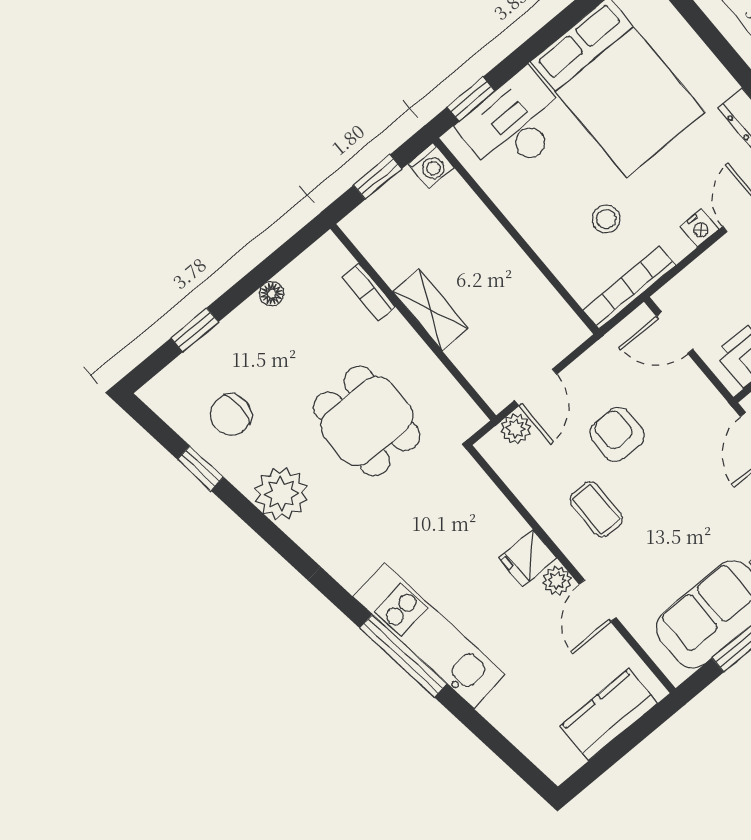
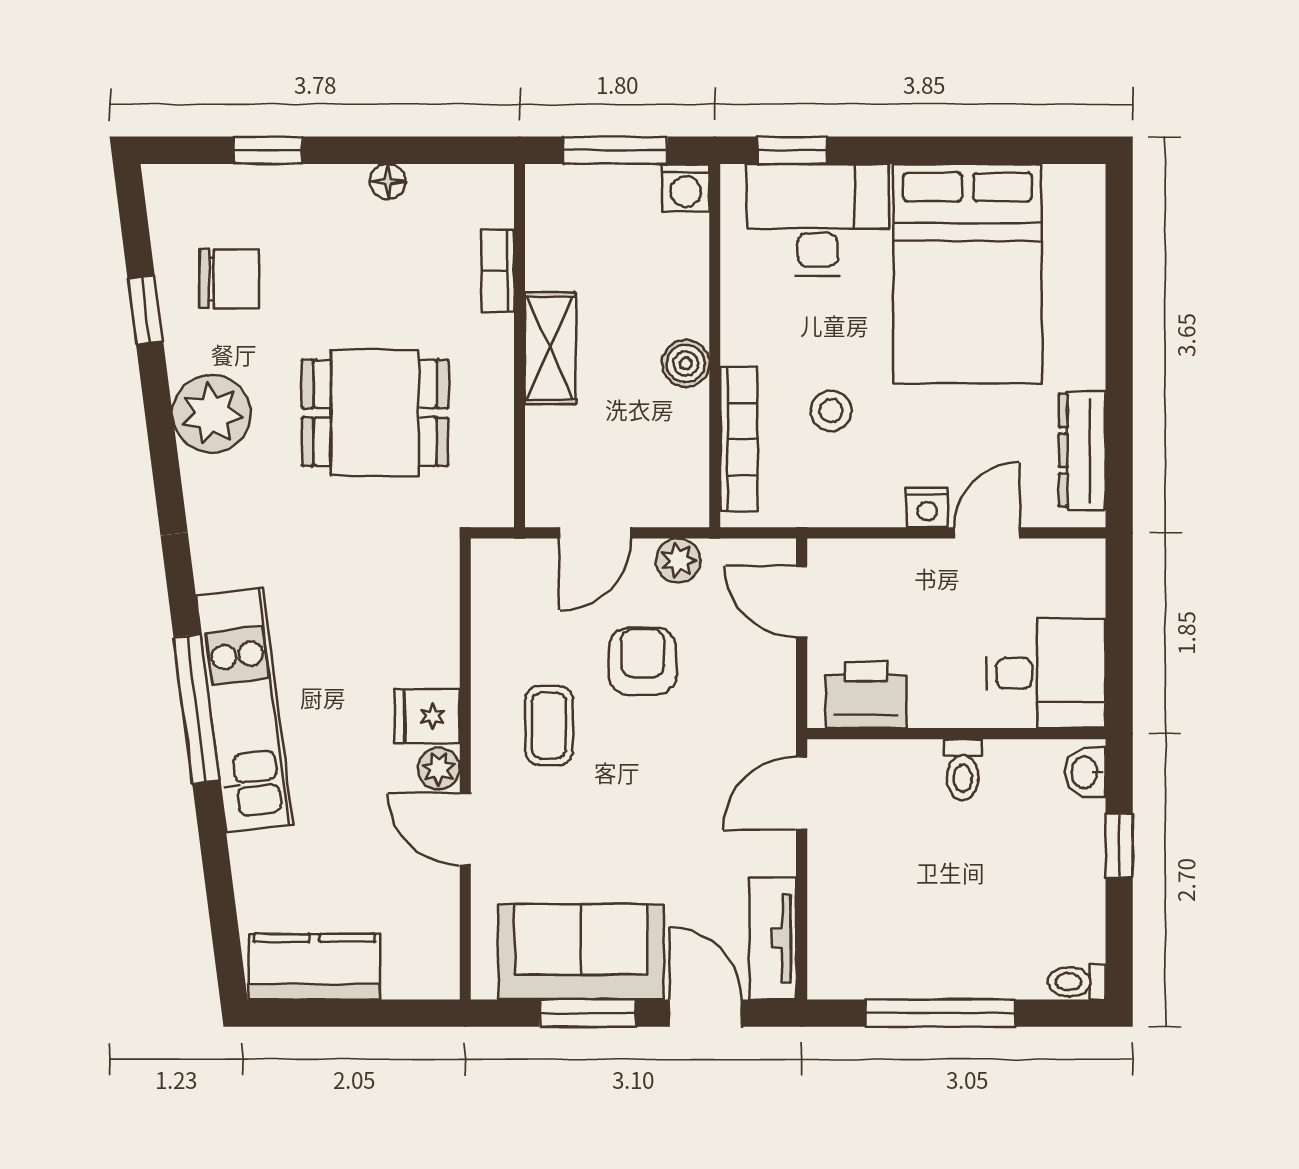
window: (378, 177) -> (615, 150), width x1.50
boiler: (509, 258) -> (686, 364), added
bookcase: (629, 288) -> (739, 439), moved, turned 90
chair: (231, 415) -> (229, 279), turned 180
dining table: (367, 421) -> (375, 413), turned 90
plant: (516, 429) -> (678, 560), moved
door: (598, 601) -> (465, 829), hinge flipped
kitchen counter: (609, 715) -> (314, 967), moved

